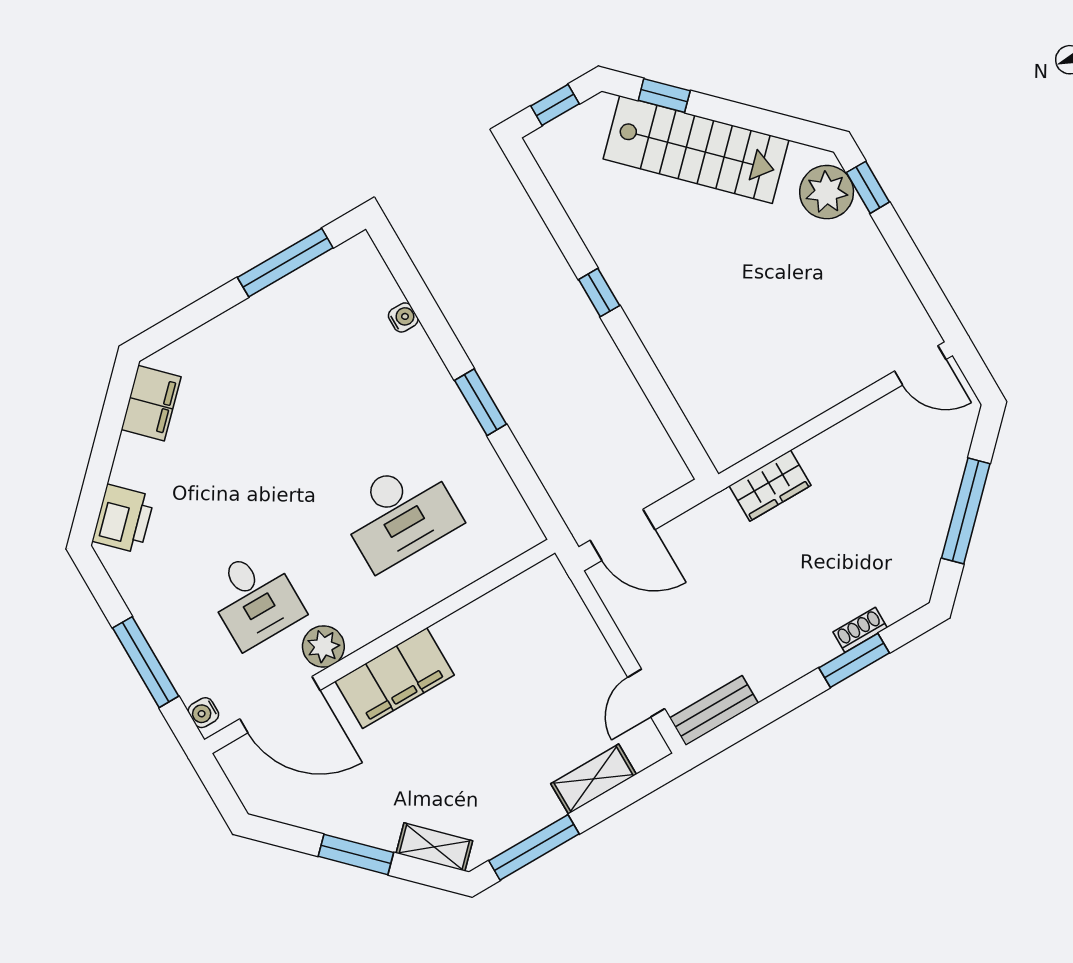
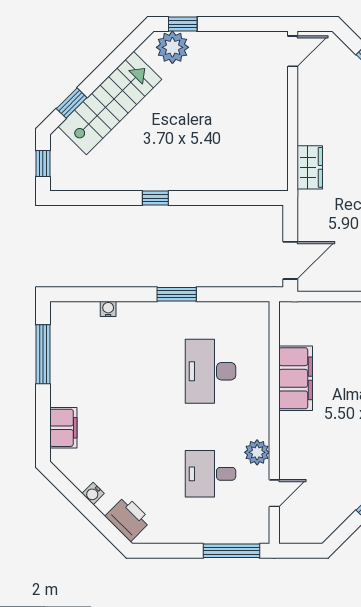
filing cabinet: (151, 403) -> (63, 428), moved, turned 45
desk: (400, 514) -> (210, 371), turned 180
desk: (255, 598) -> (210, 474), turned 180
window: (146, 662) -> (231, 551), moved
filing cabinet: (395, 678) -> (296, 378), moved
door: (280, 705) -> (274, 493), width x0.53
water cooler: (203, 713) -> (93, 493), moved, turned 45

